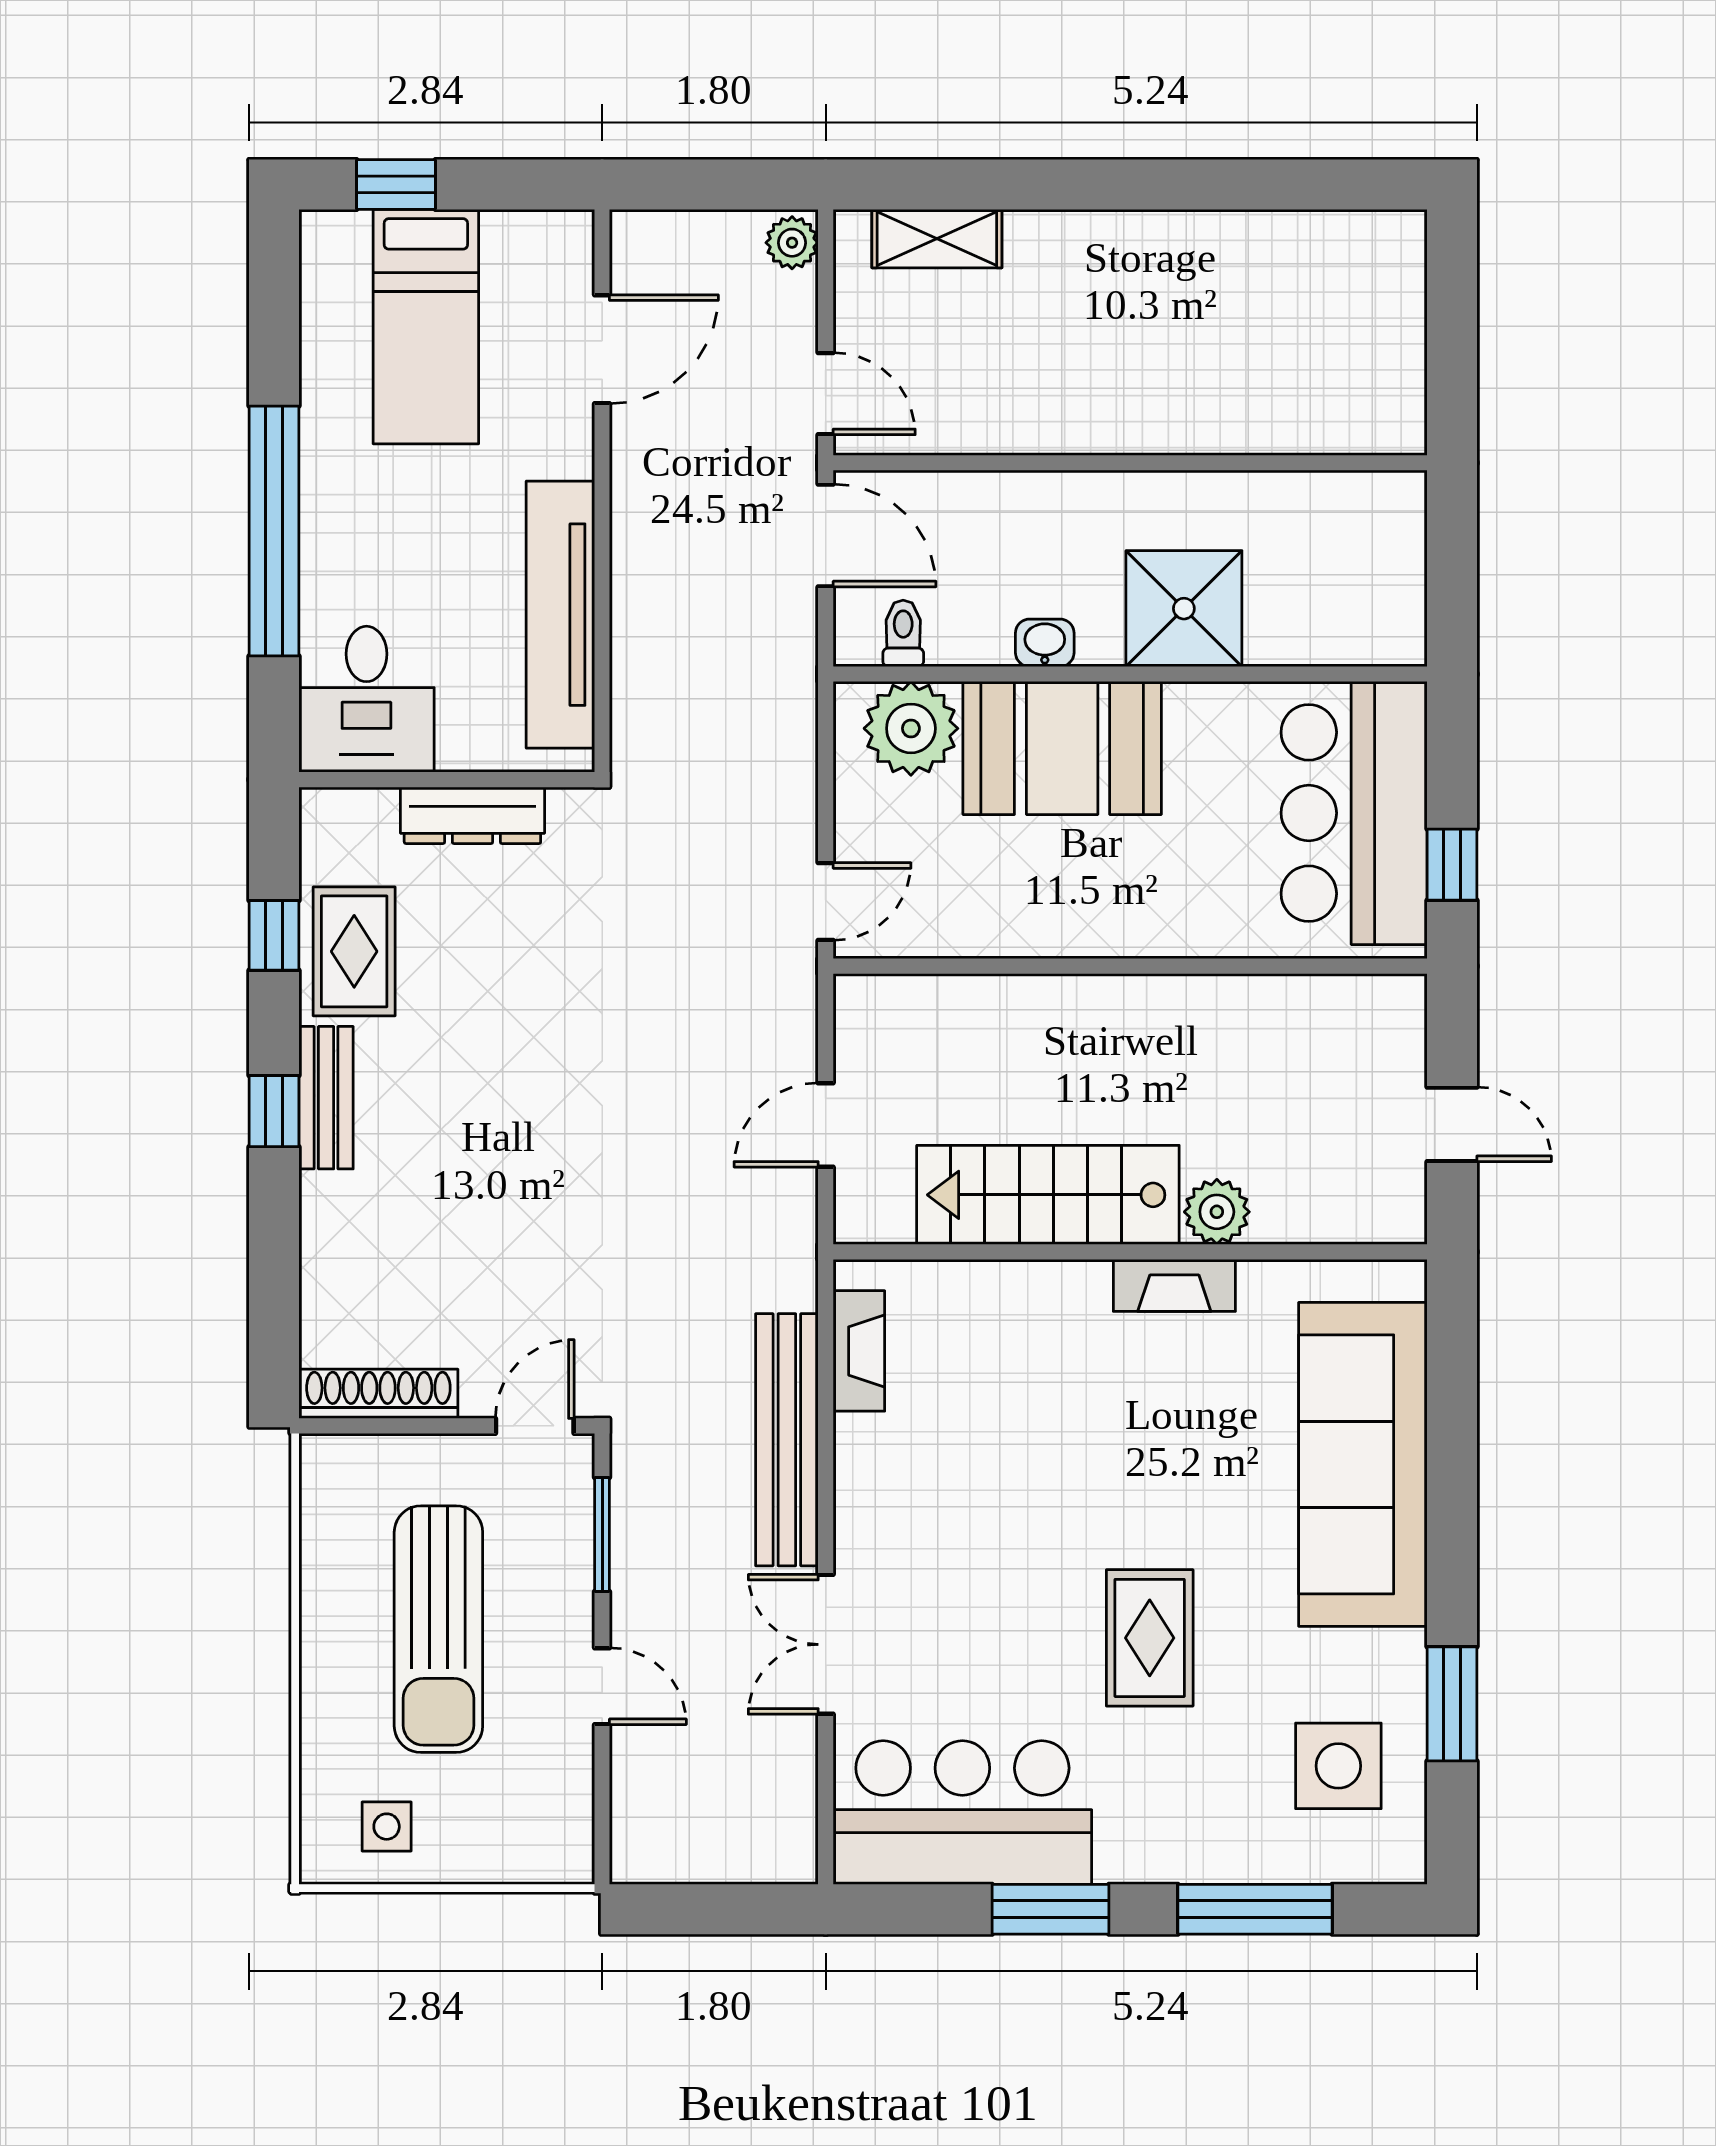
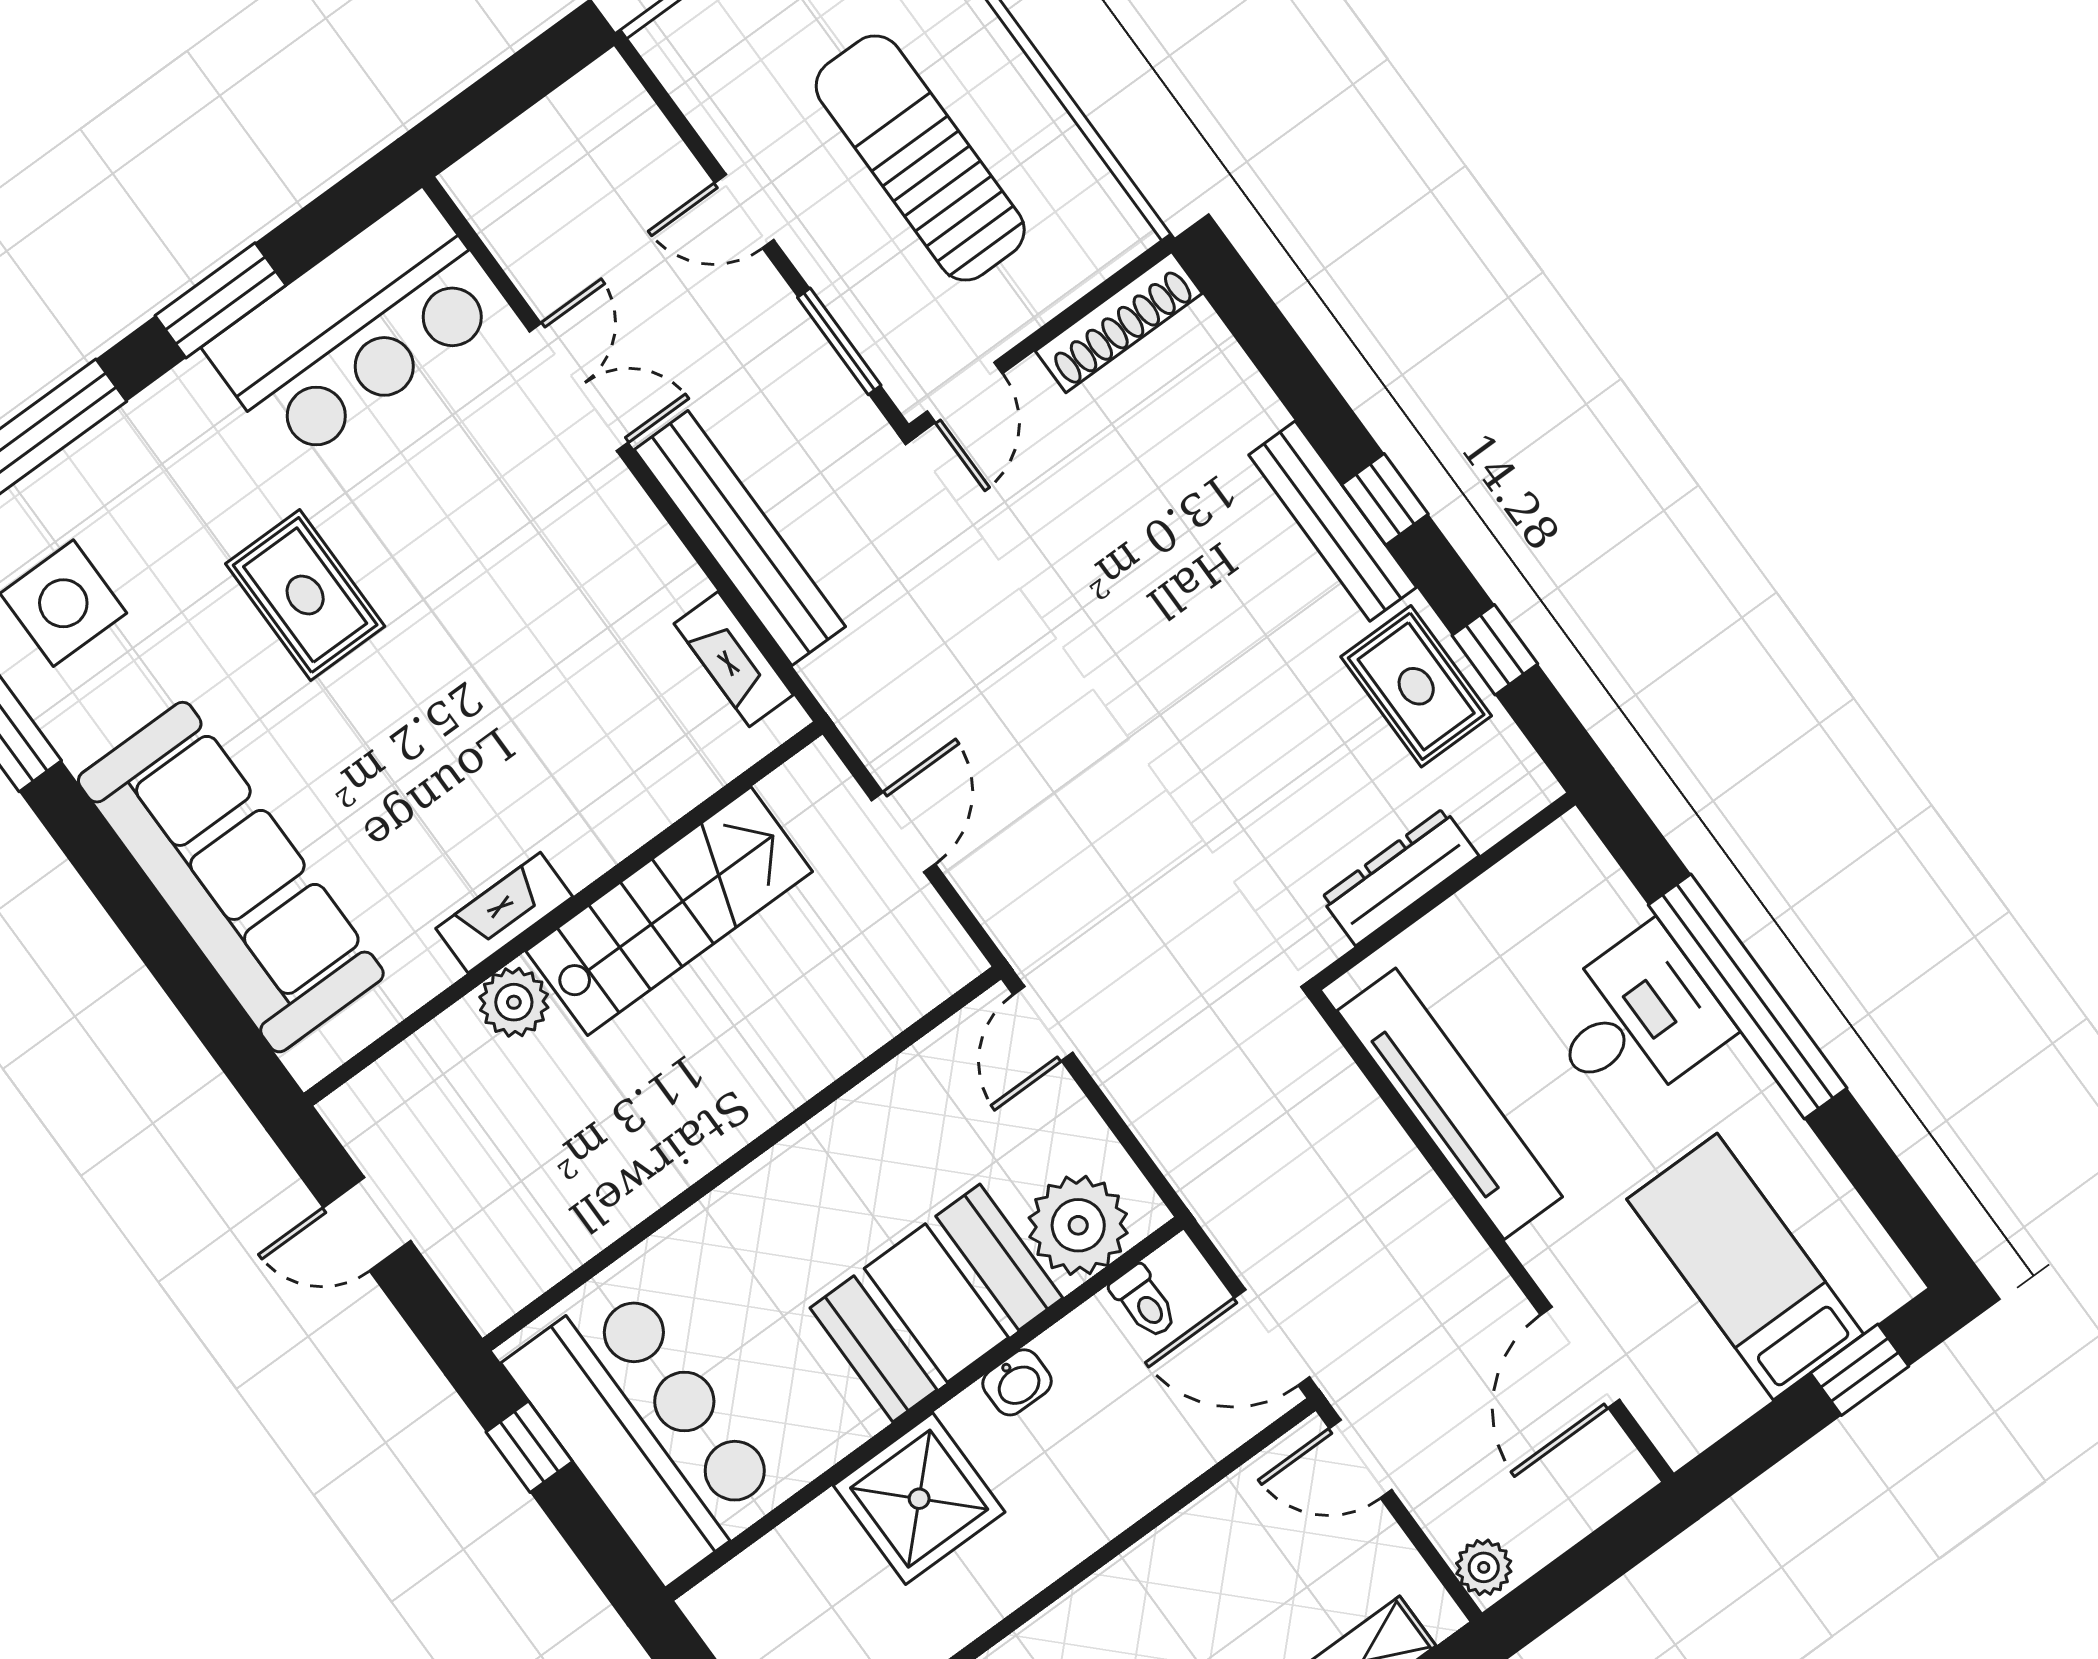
desk: (366, 699) -> (1636, 1019), moved, turned 90
bench: (326, 1098) -> (1333, 521), width x1.36

